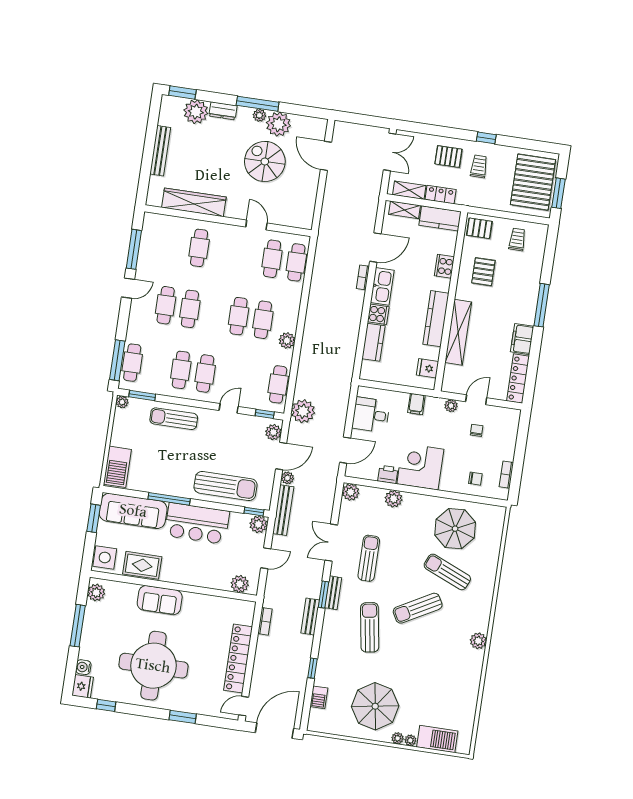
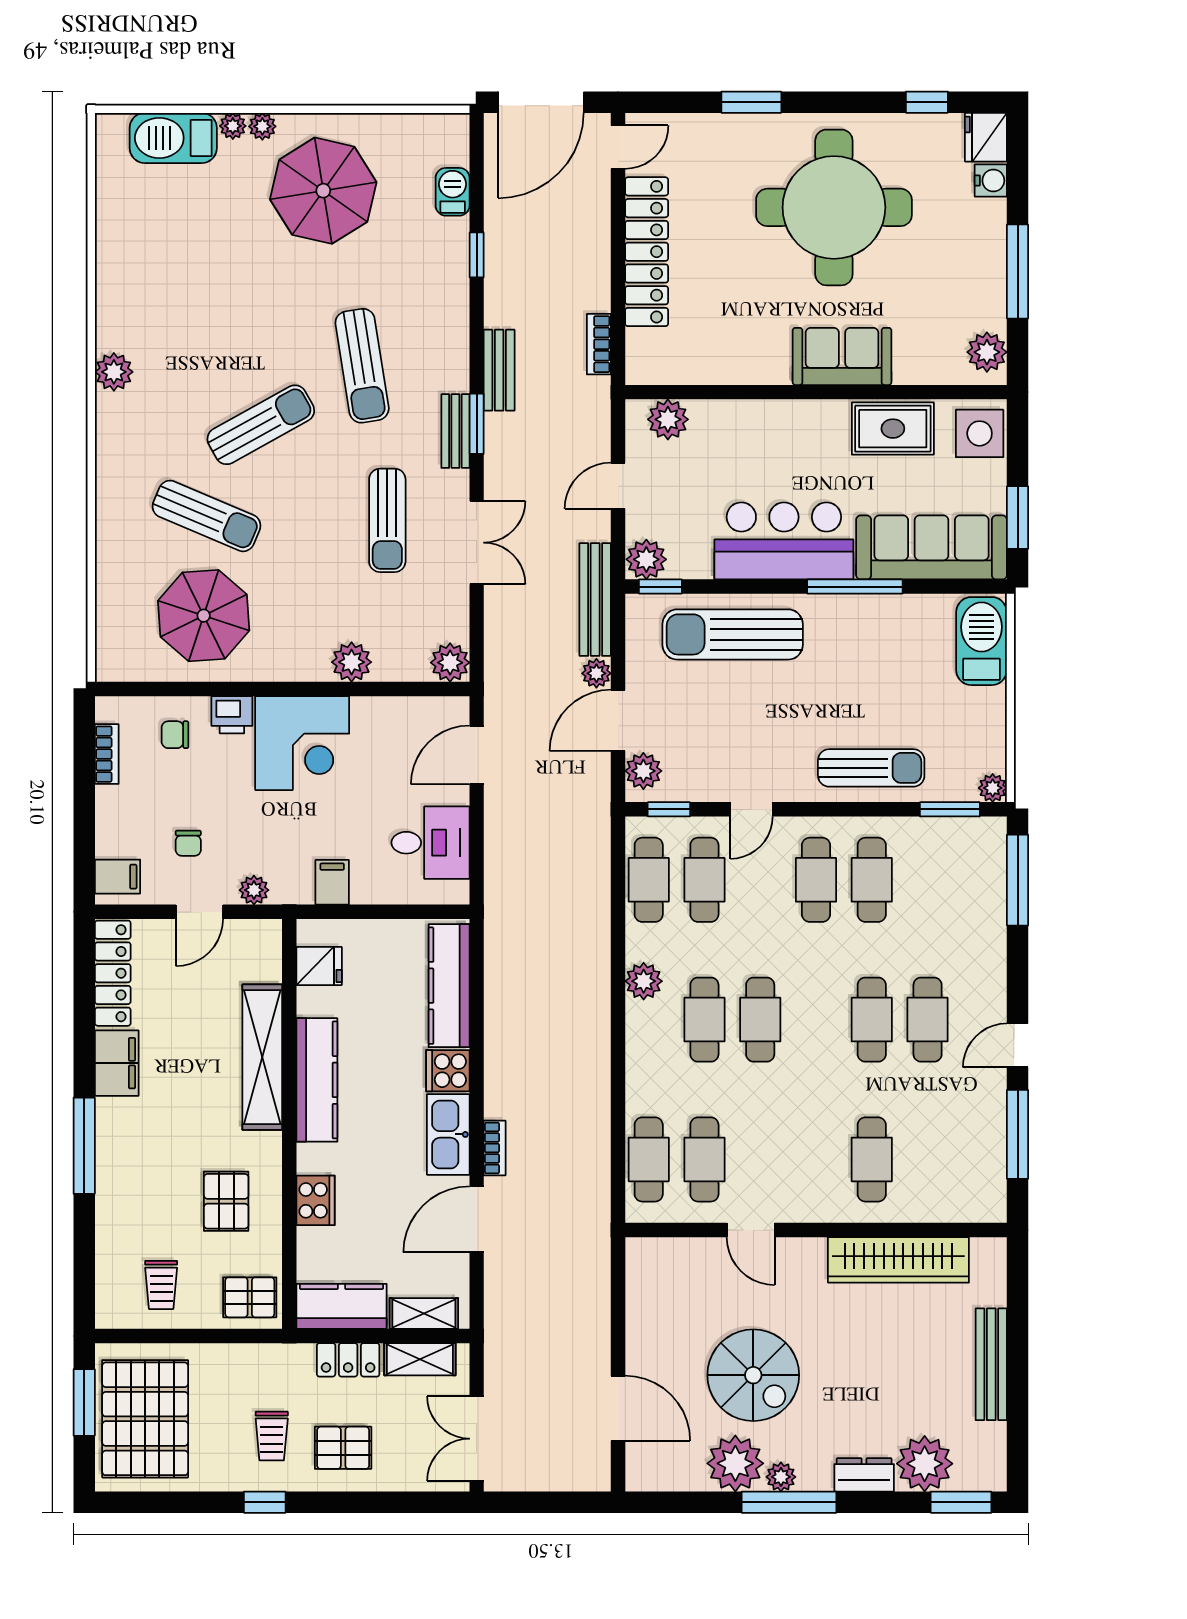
kitchen counter: (373, 342) -> (449, 986), width x1.50
cafe table: (132, 363) -> (704, 880), moved
plant: (303, 411) -> (584, 828), removed
filing cabinet: (510, 420) -> (117, 877), added
printer: (388, 474) -> (232, 715), moved

